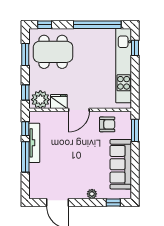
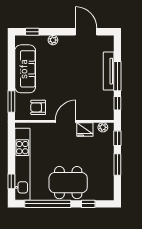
window: (45, 25) -> (88, 204), moved
dining table: (53, 52) -> (68, 183), moved
window: (25, 54) -> (117, 164), moved
plant: (40, 100) -> (103, 127), width x0.53, depth x0.53
tv unit: (34, 143) -> (109, 71), moved

